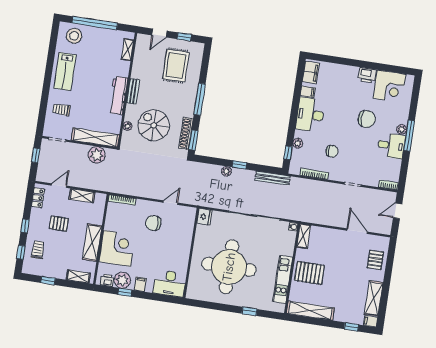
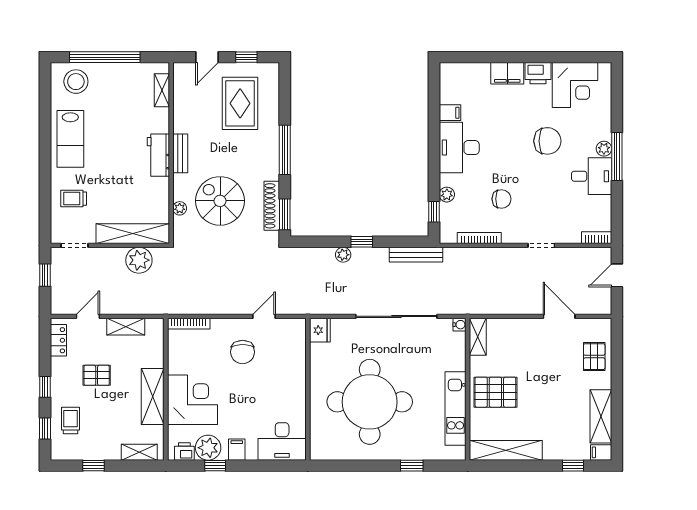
filing cabinet: (311, 72) -> (507, 73), moved, turned 90
workbench: (118, 95) -> (158, 155), width x0.73
chair: (153, 223) -> (243, 352), turned -90

